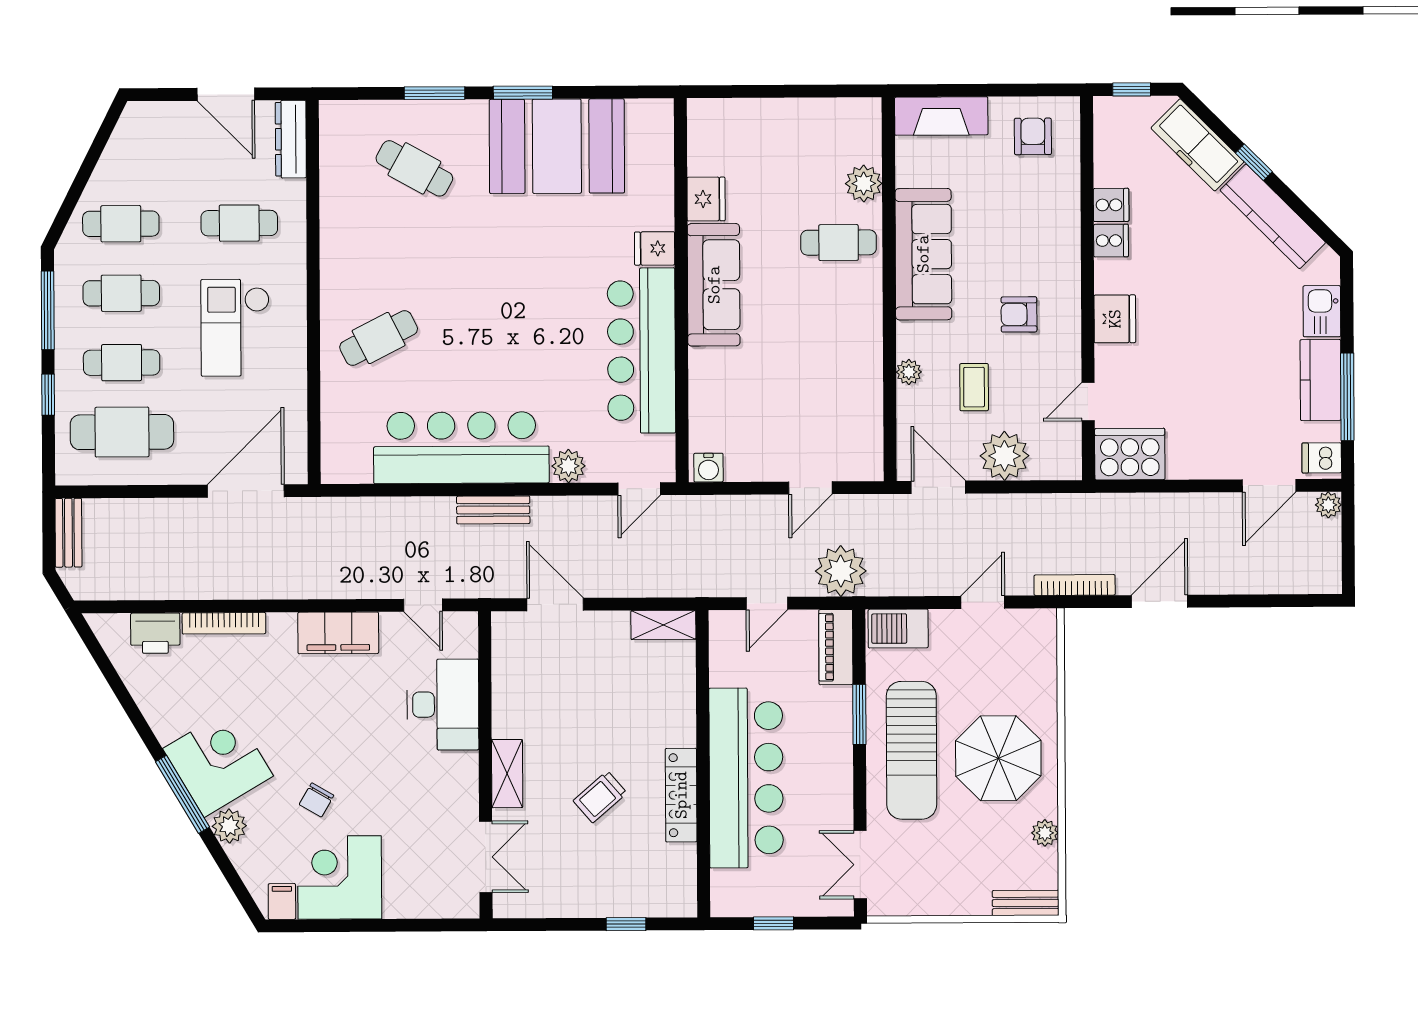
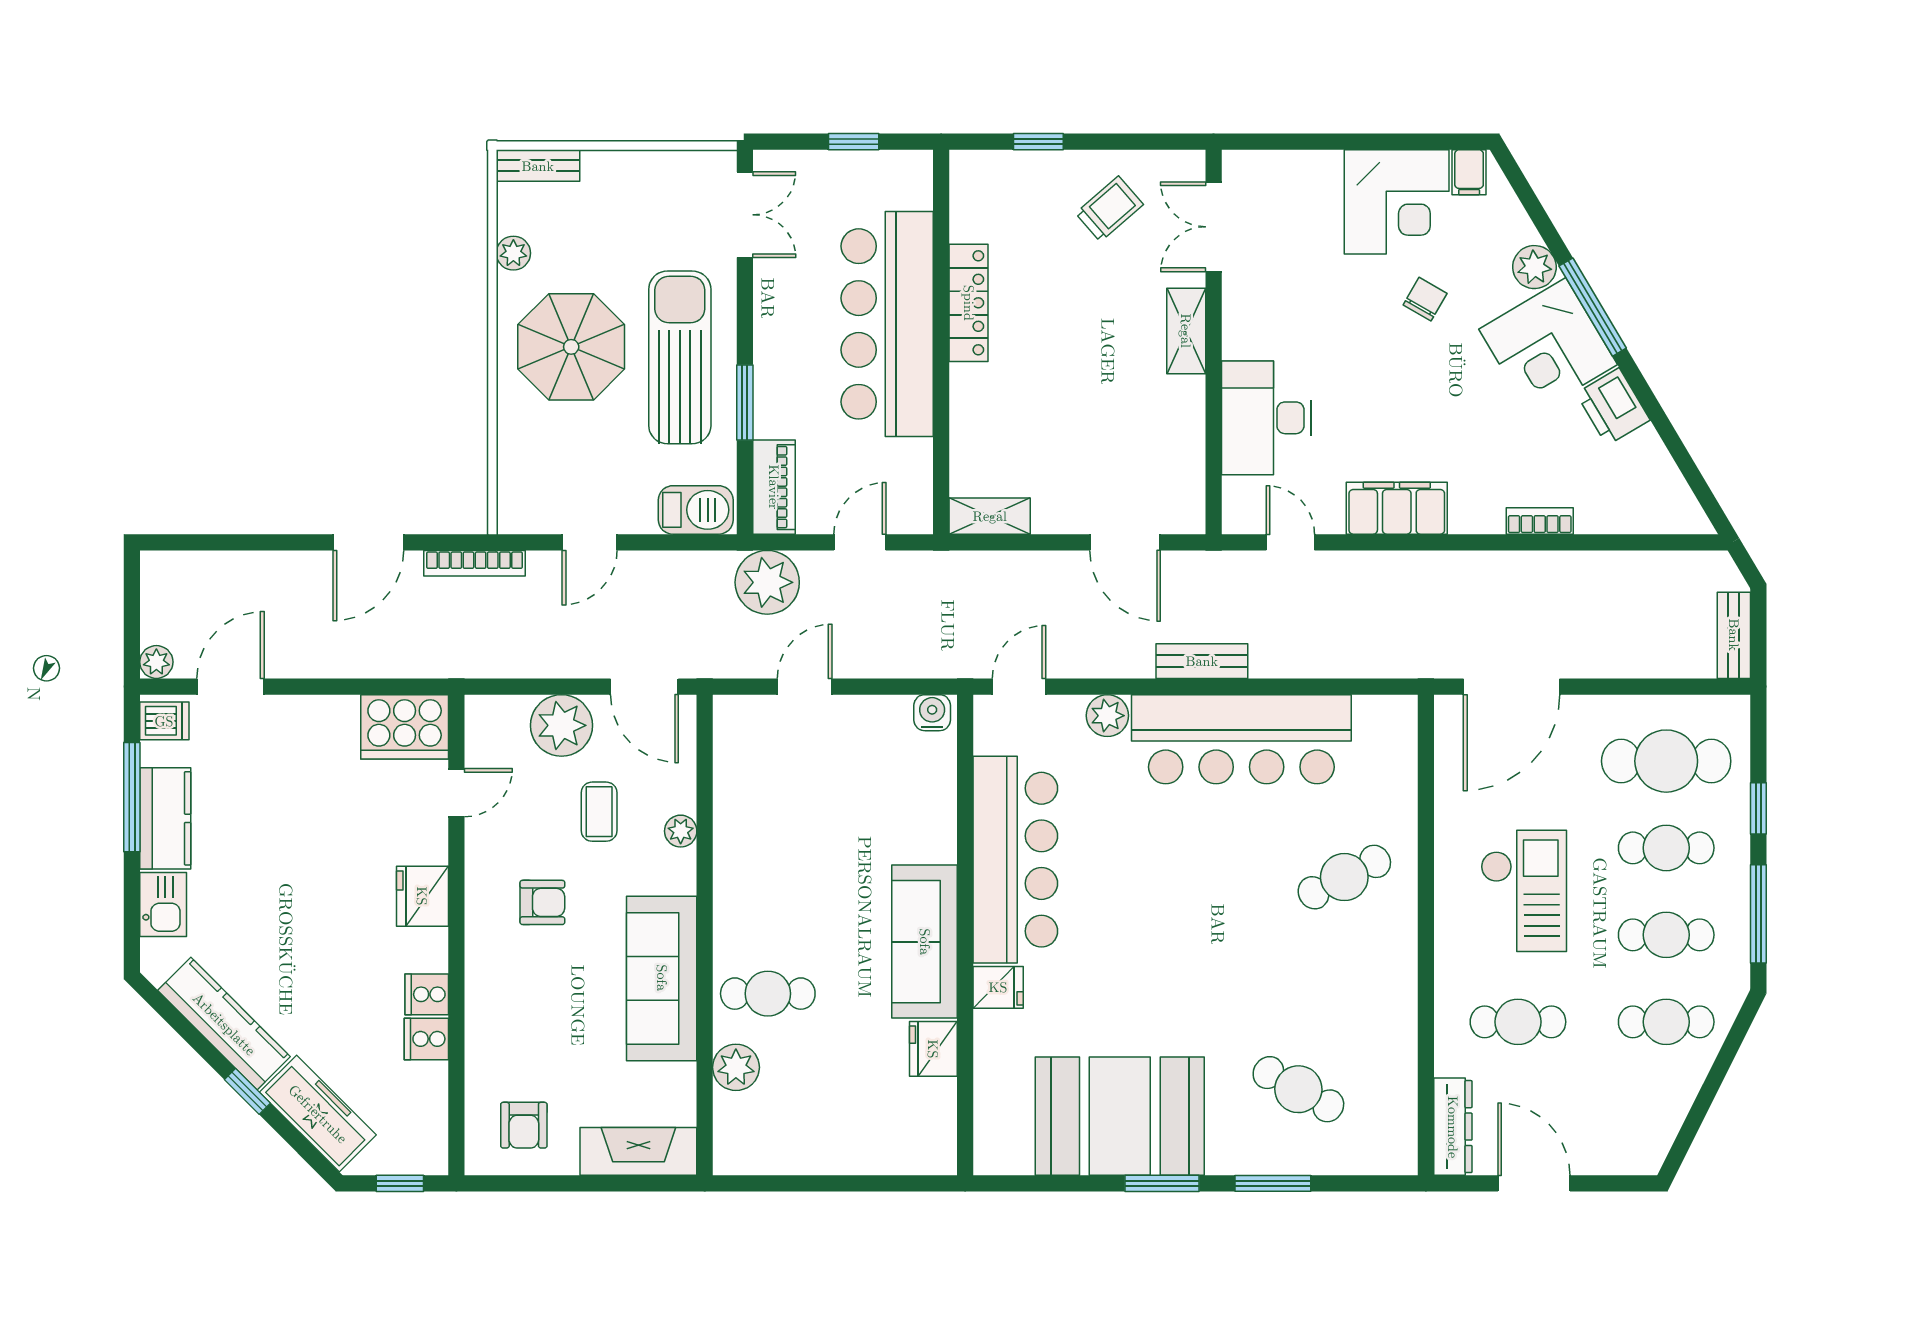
bookcase: (224, 623) -> (1540, 521), width x0.64
printer: (155, 633) -> (1613, 407), moved, turned -121
trolley: (600, 797) -> (1109, 209), moved

